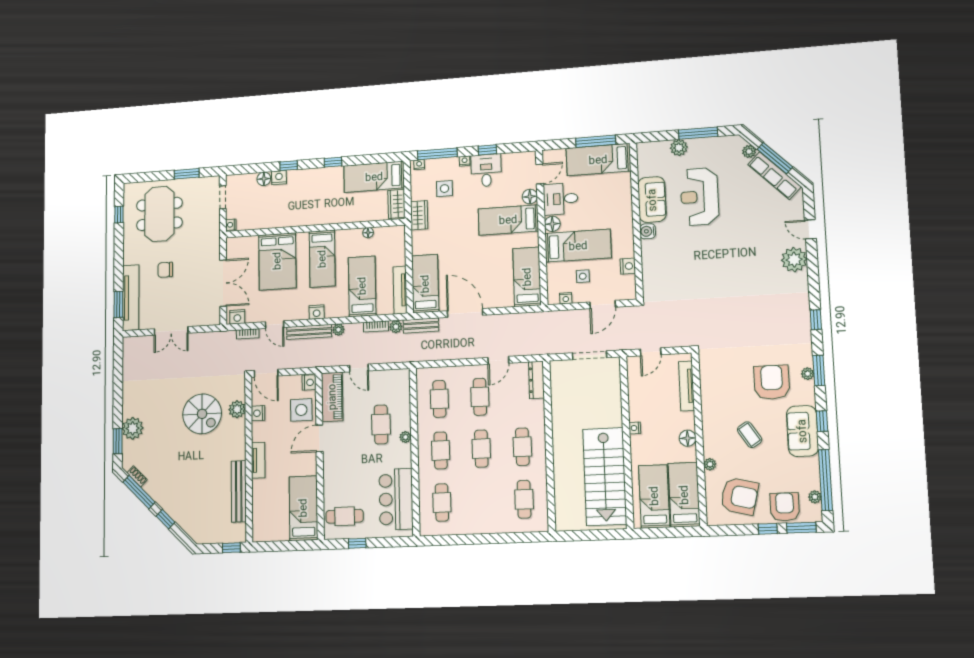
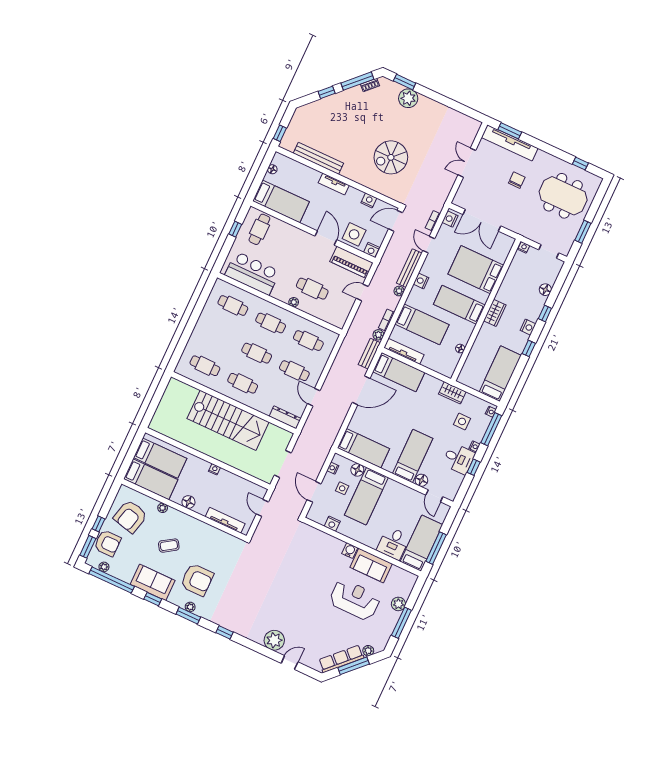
nightstand: (279, 178) -> (528, 327), moved
desk: (561, 199) -> (393, 543), moved, turned 180
wardrobe: (396, 204) -> (495, 313), moved, turned 90
floor lamp: (552, 224) -> (357, 470), moved
door: (275, 325) -> (429, 245), hinge flipped
plant: (237, 409) -> (380, 186), removed
stairs: (605, 477) -> (228, 420), moved, turned 180
floor lamp: (273, 536) -> (272, 169), added

